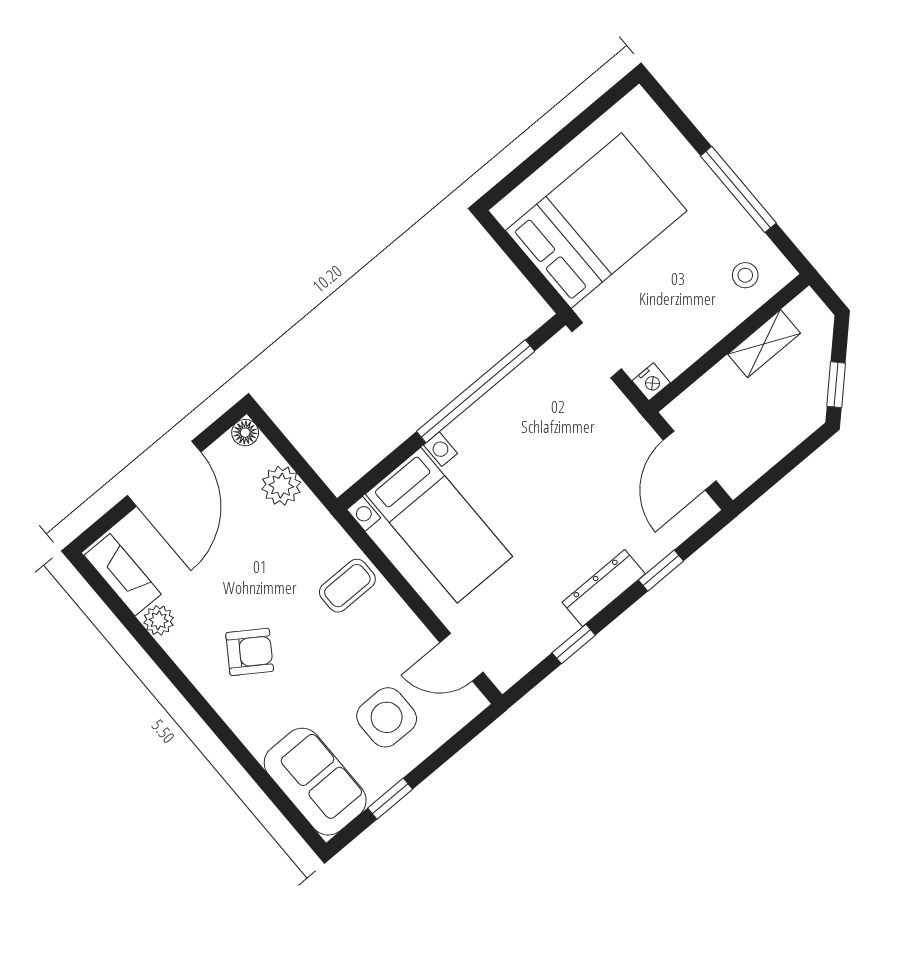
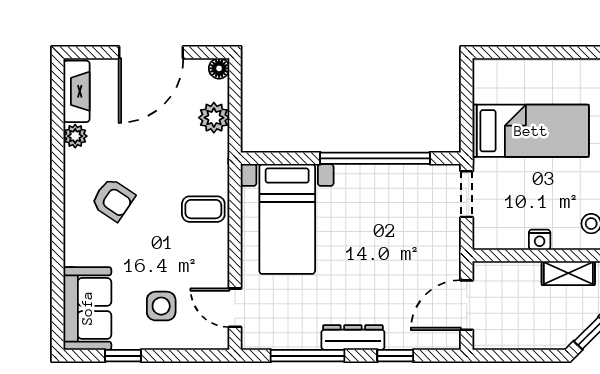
bed: (596, 221) -> (531, 131), width x0.67
nightstand: (651, 382) -> (540, 240), moved
window: (574, 644) -> (308, 356), width x2.17
side table: (387, 717) -> (161, 306), width x0.73, depth x0.73

